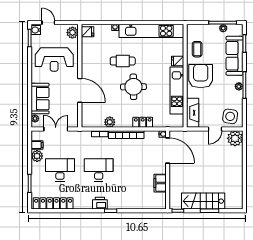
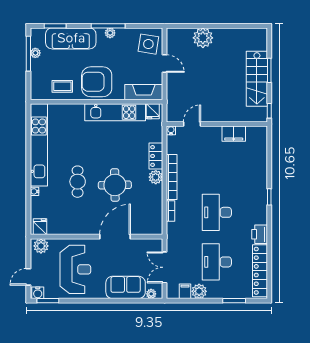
fridge: (178, 61) -> (153, 111), moved
round table: (133, 87) -> (115, 185), moved
plant: (110, 122) -> (156, 177), moved
plant: (235, 138) -> (203, 38), moved
door: (168, 150) -> (192, 124), width x0.53
printer: (100, 203) -> (260, 234), moved

